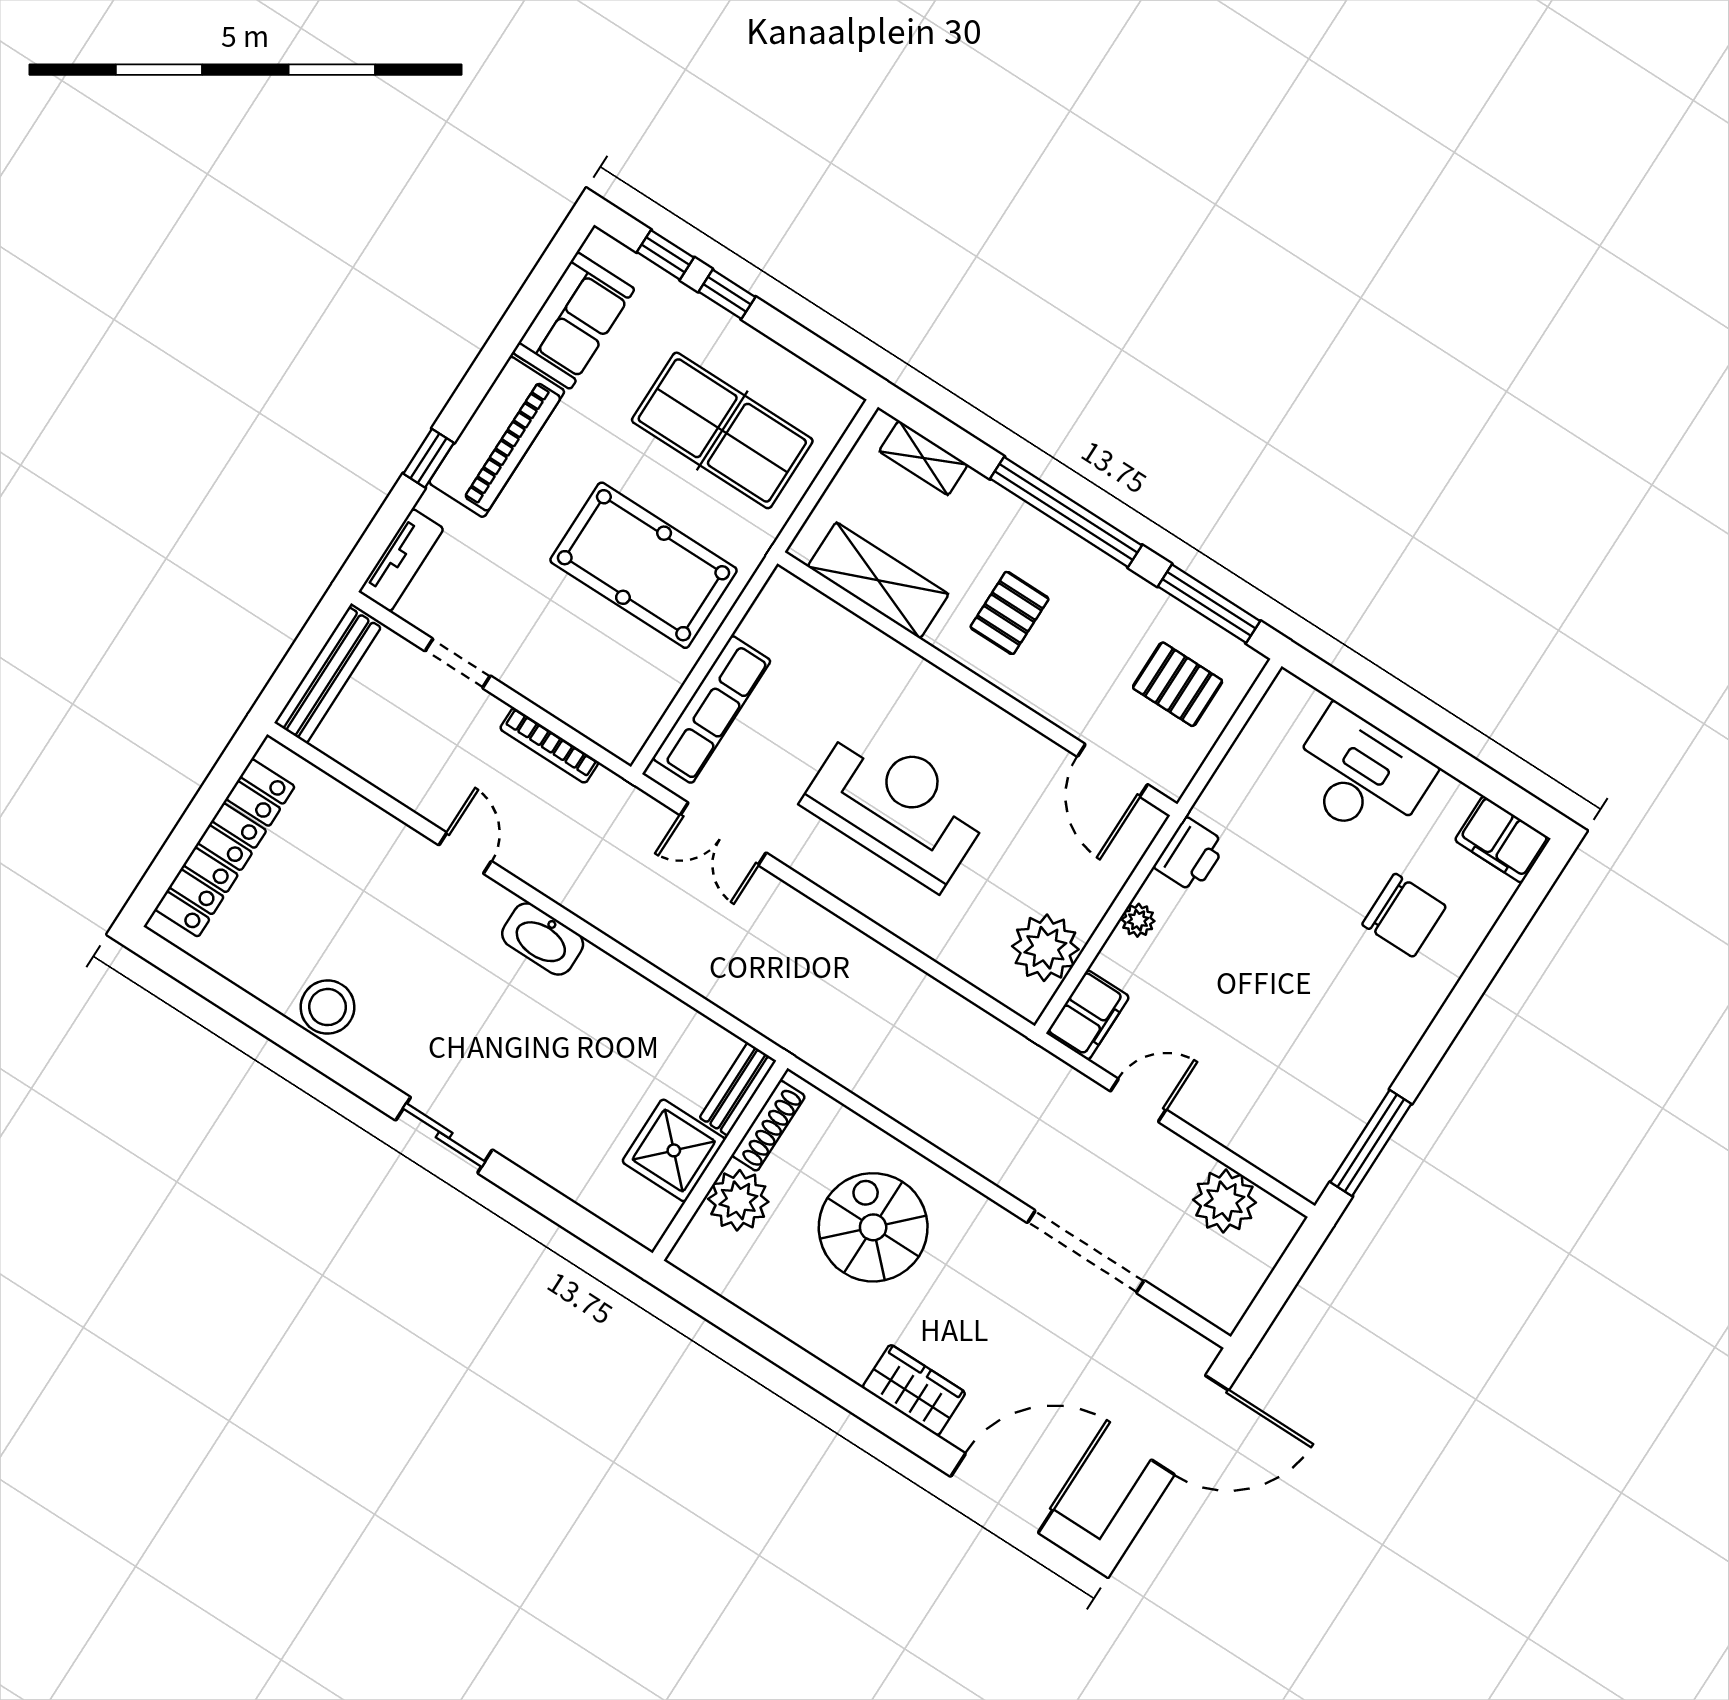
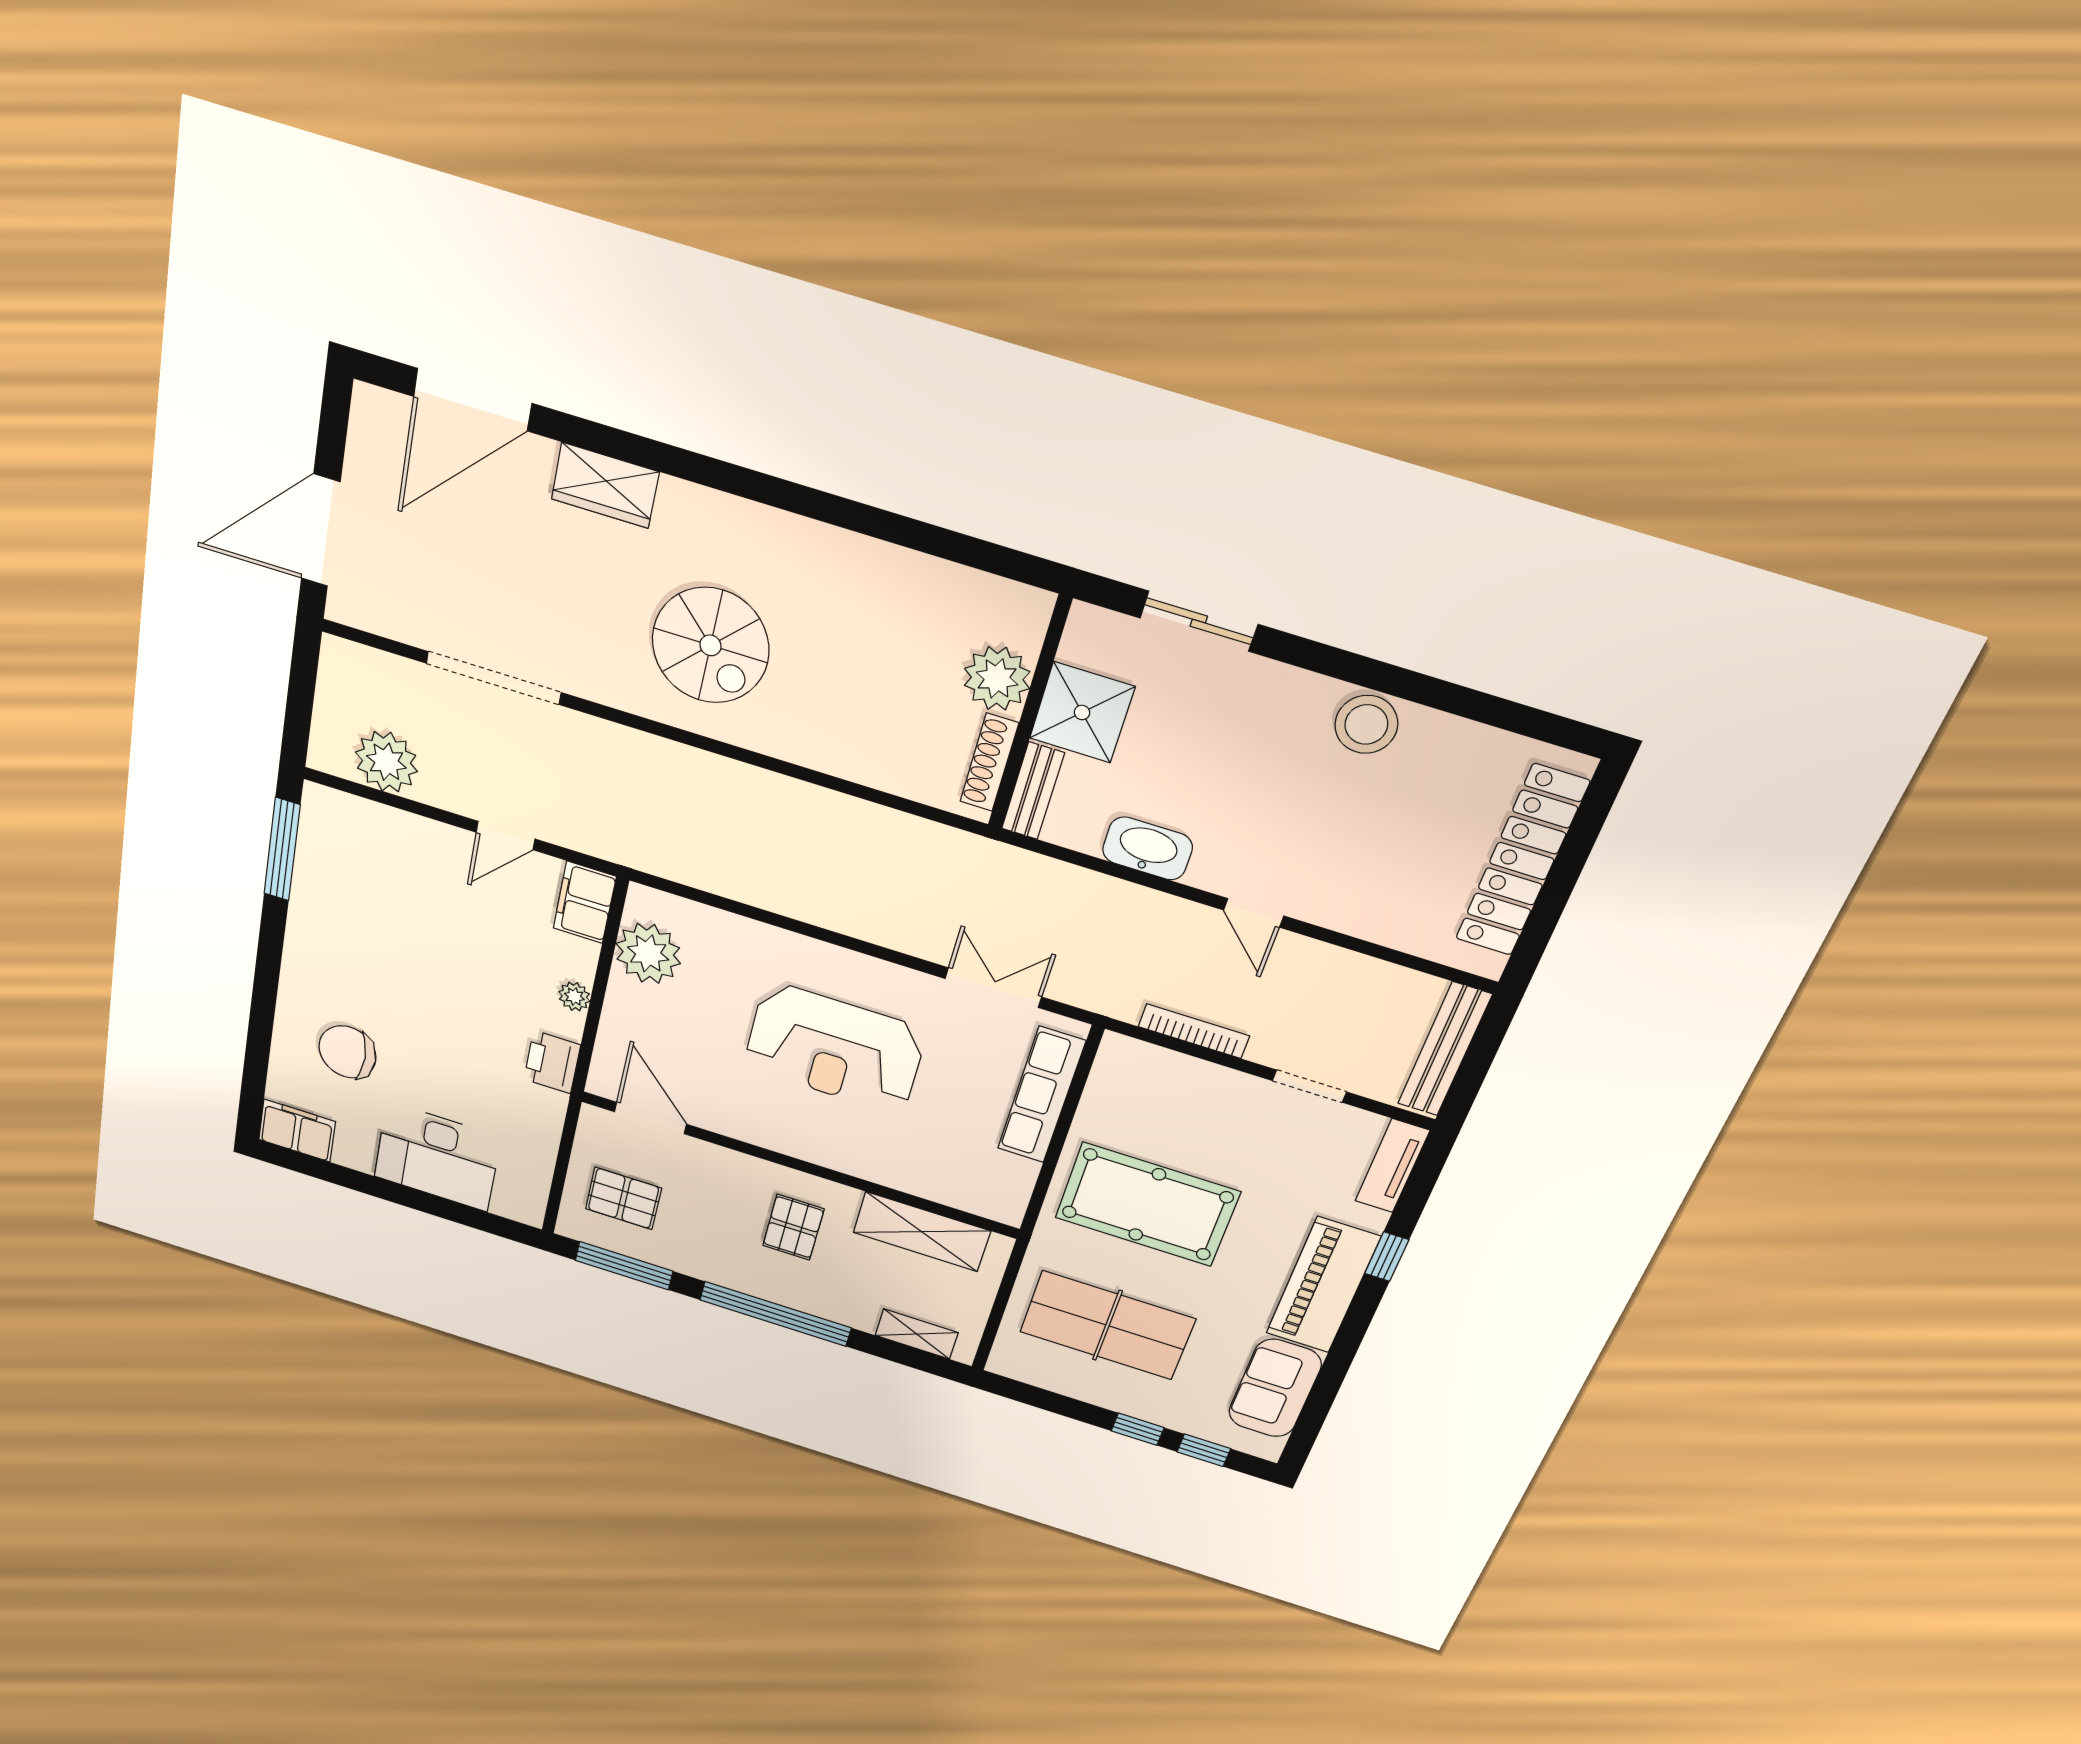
bench: (738, 1089) -> (1033, 791), moved
shoe rack: (768, 1126) -> (989, 762), moved
shower: (674, 1150) -> (1082, 712), moved
wall: (720, 1161) -> (1029, 714), moved
plant: (738, 1200) -> (997, 678), moved

